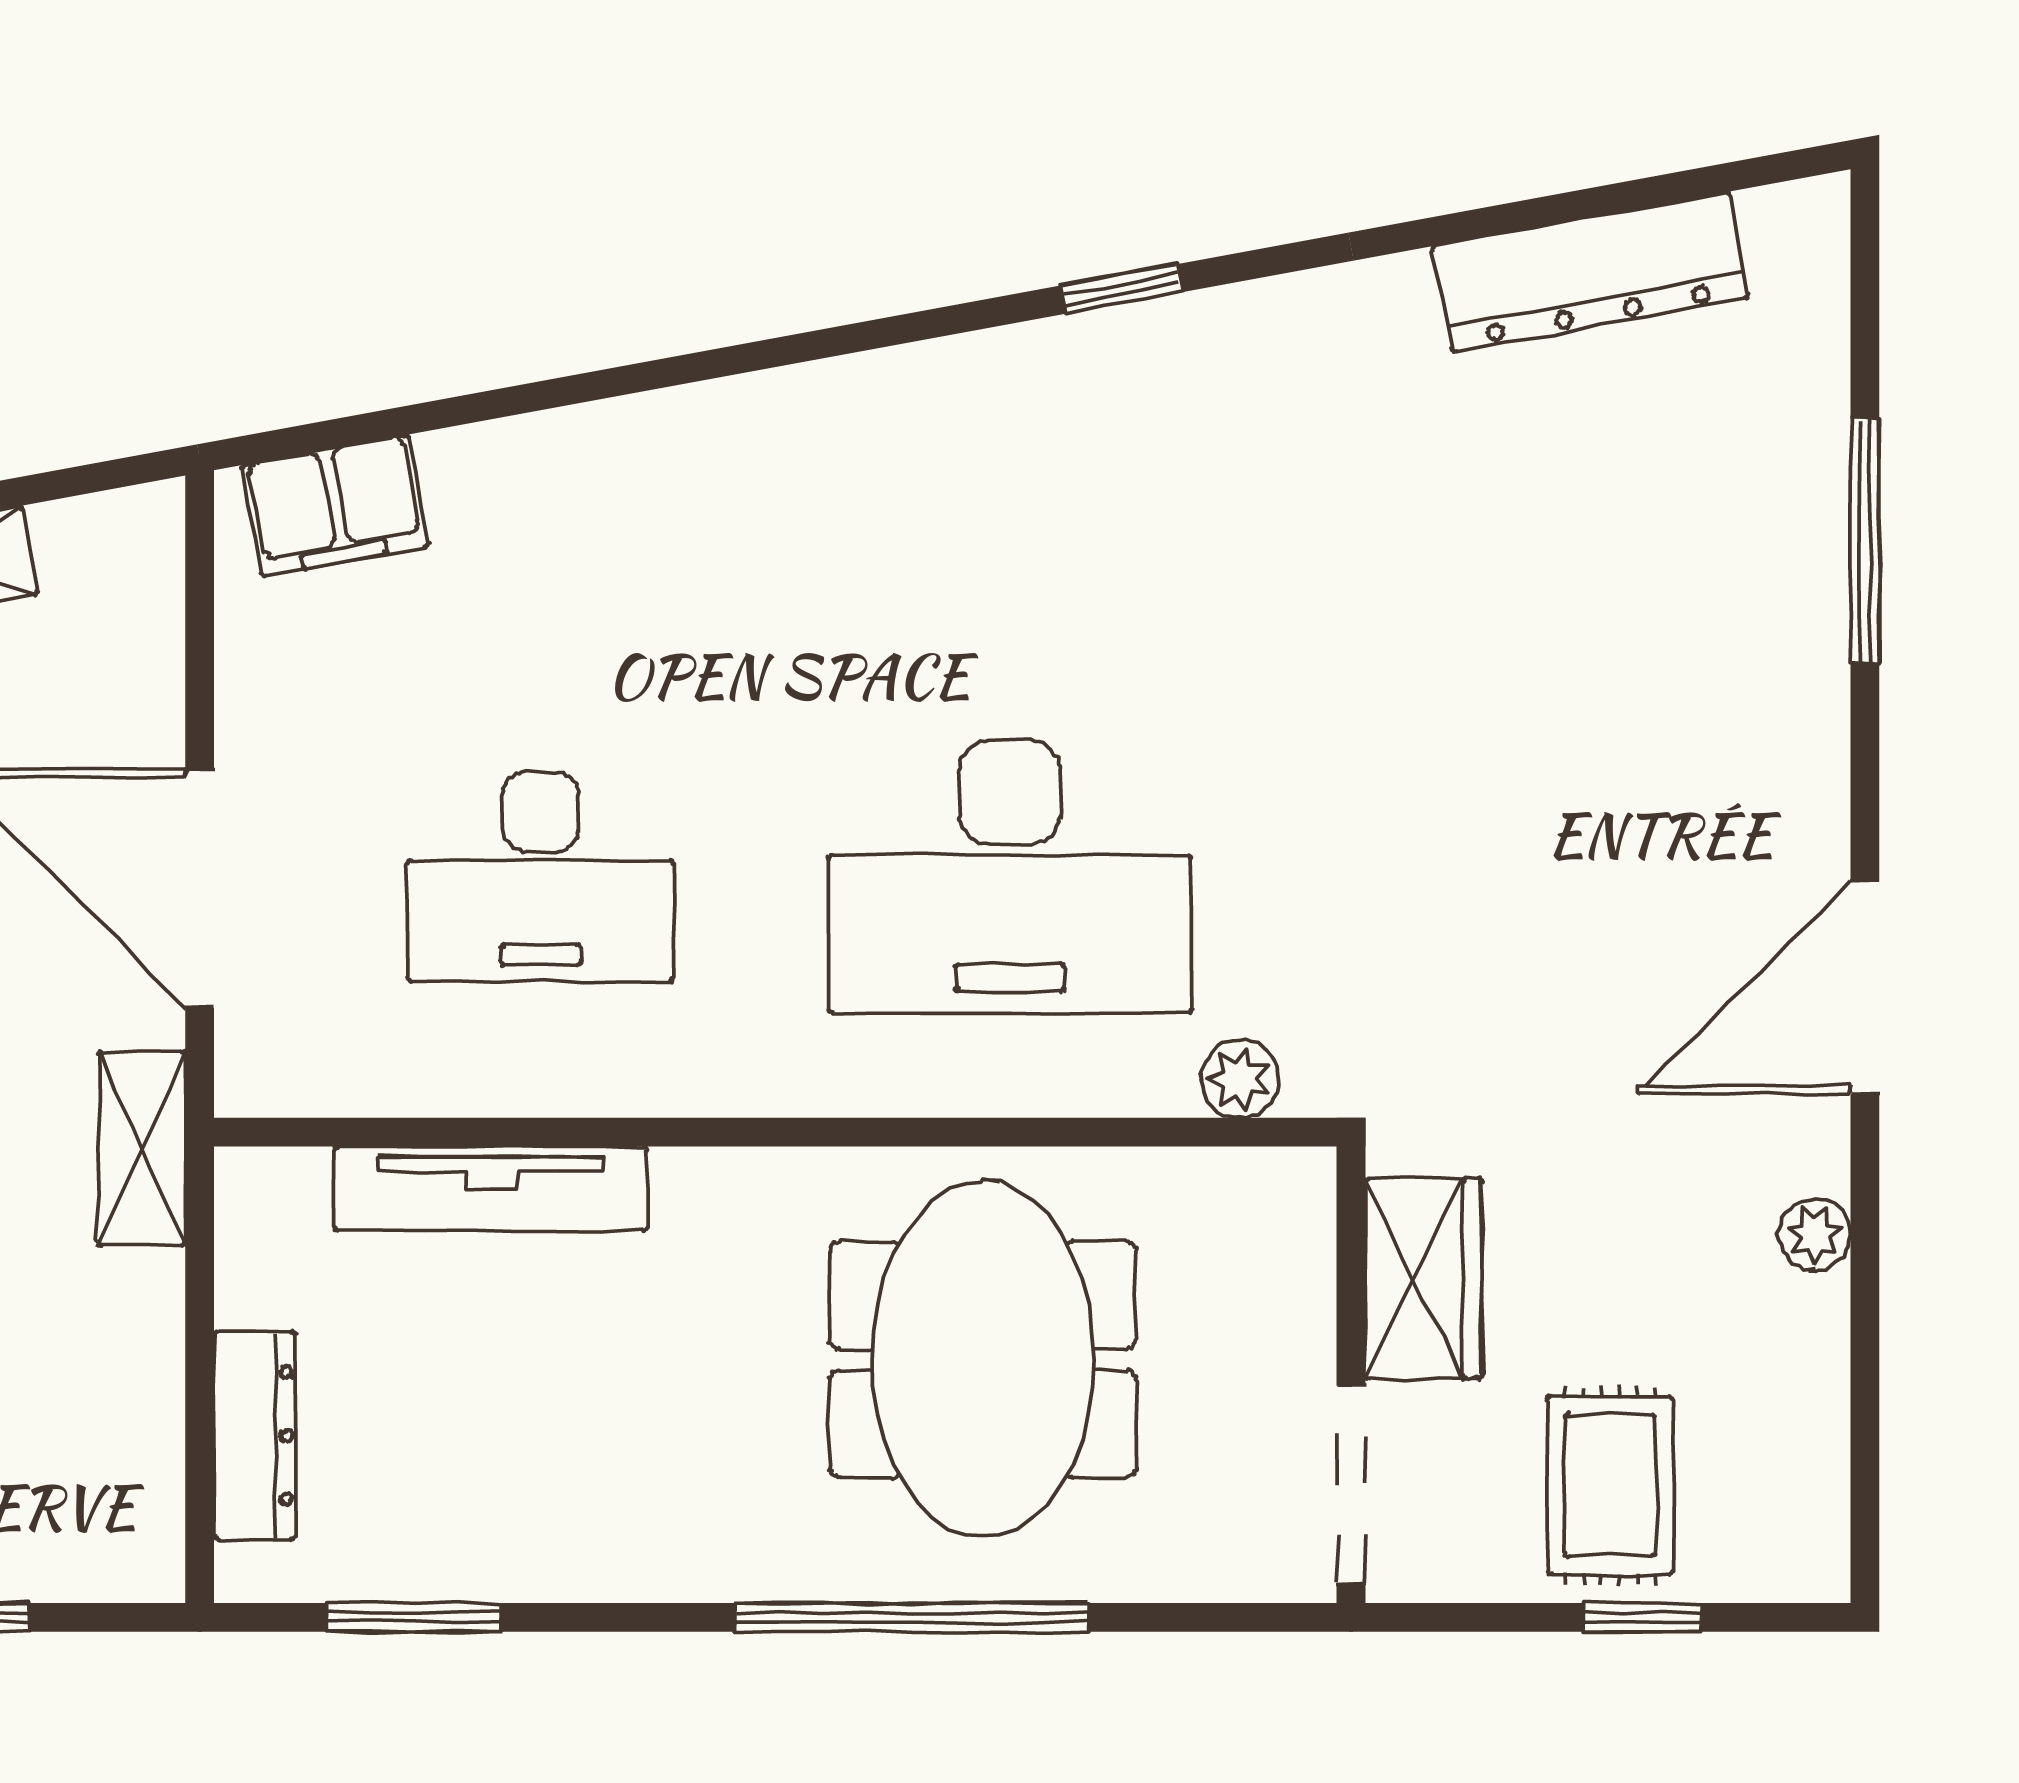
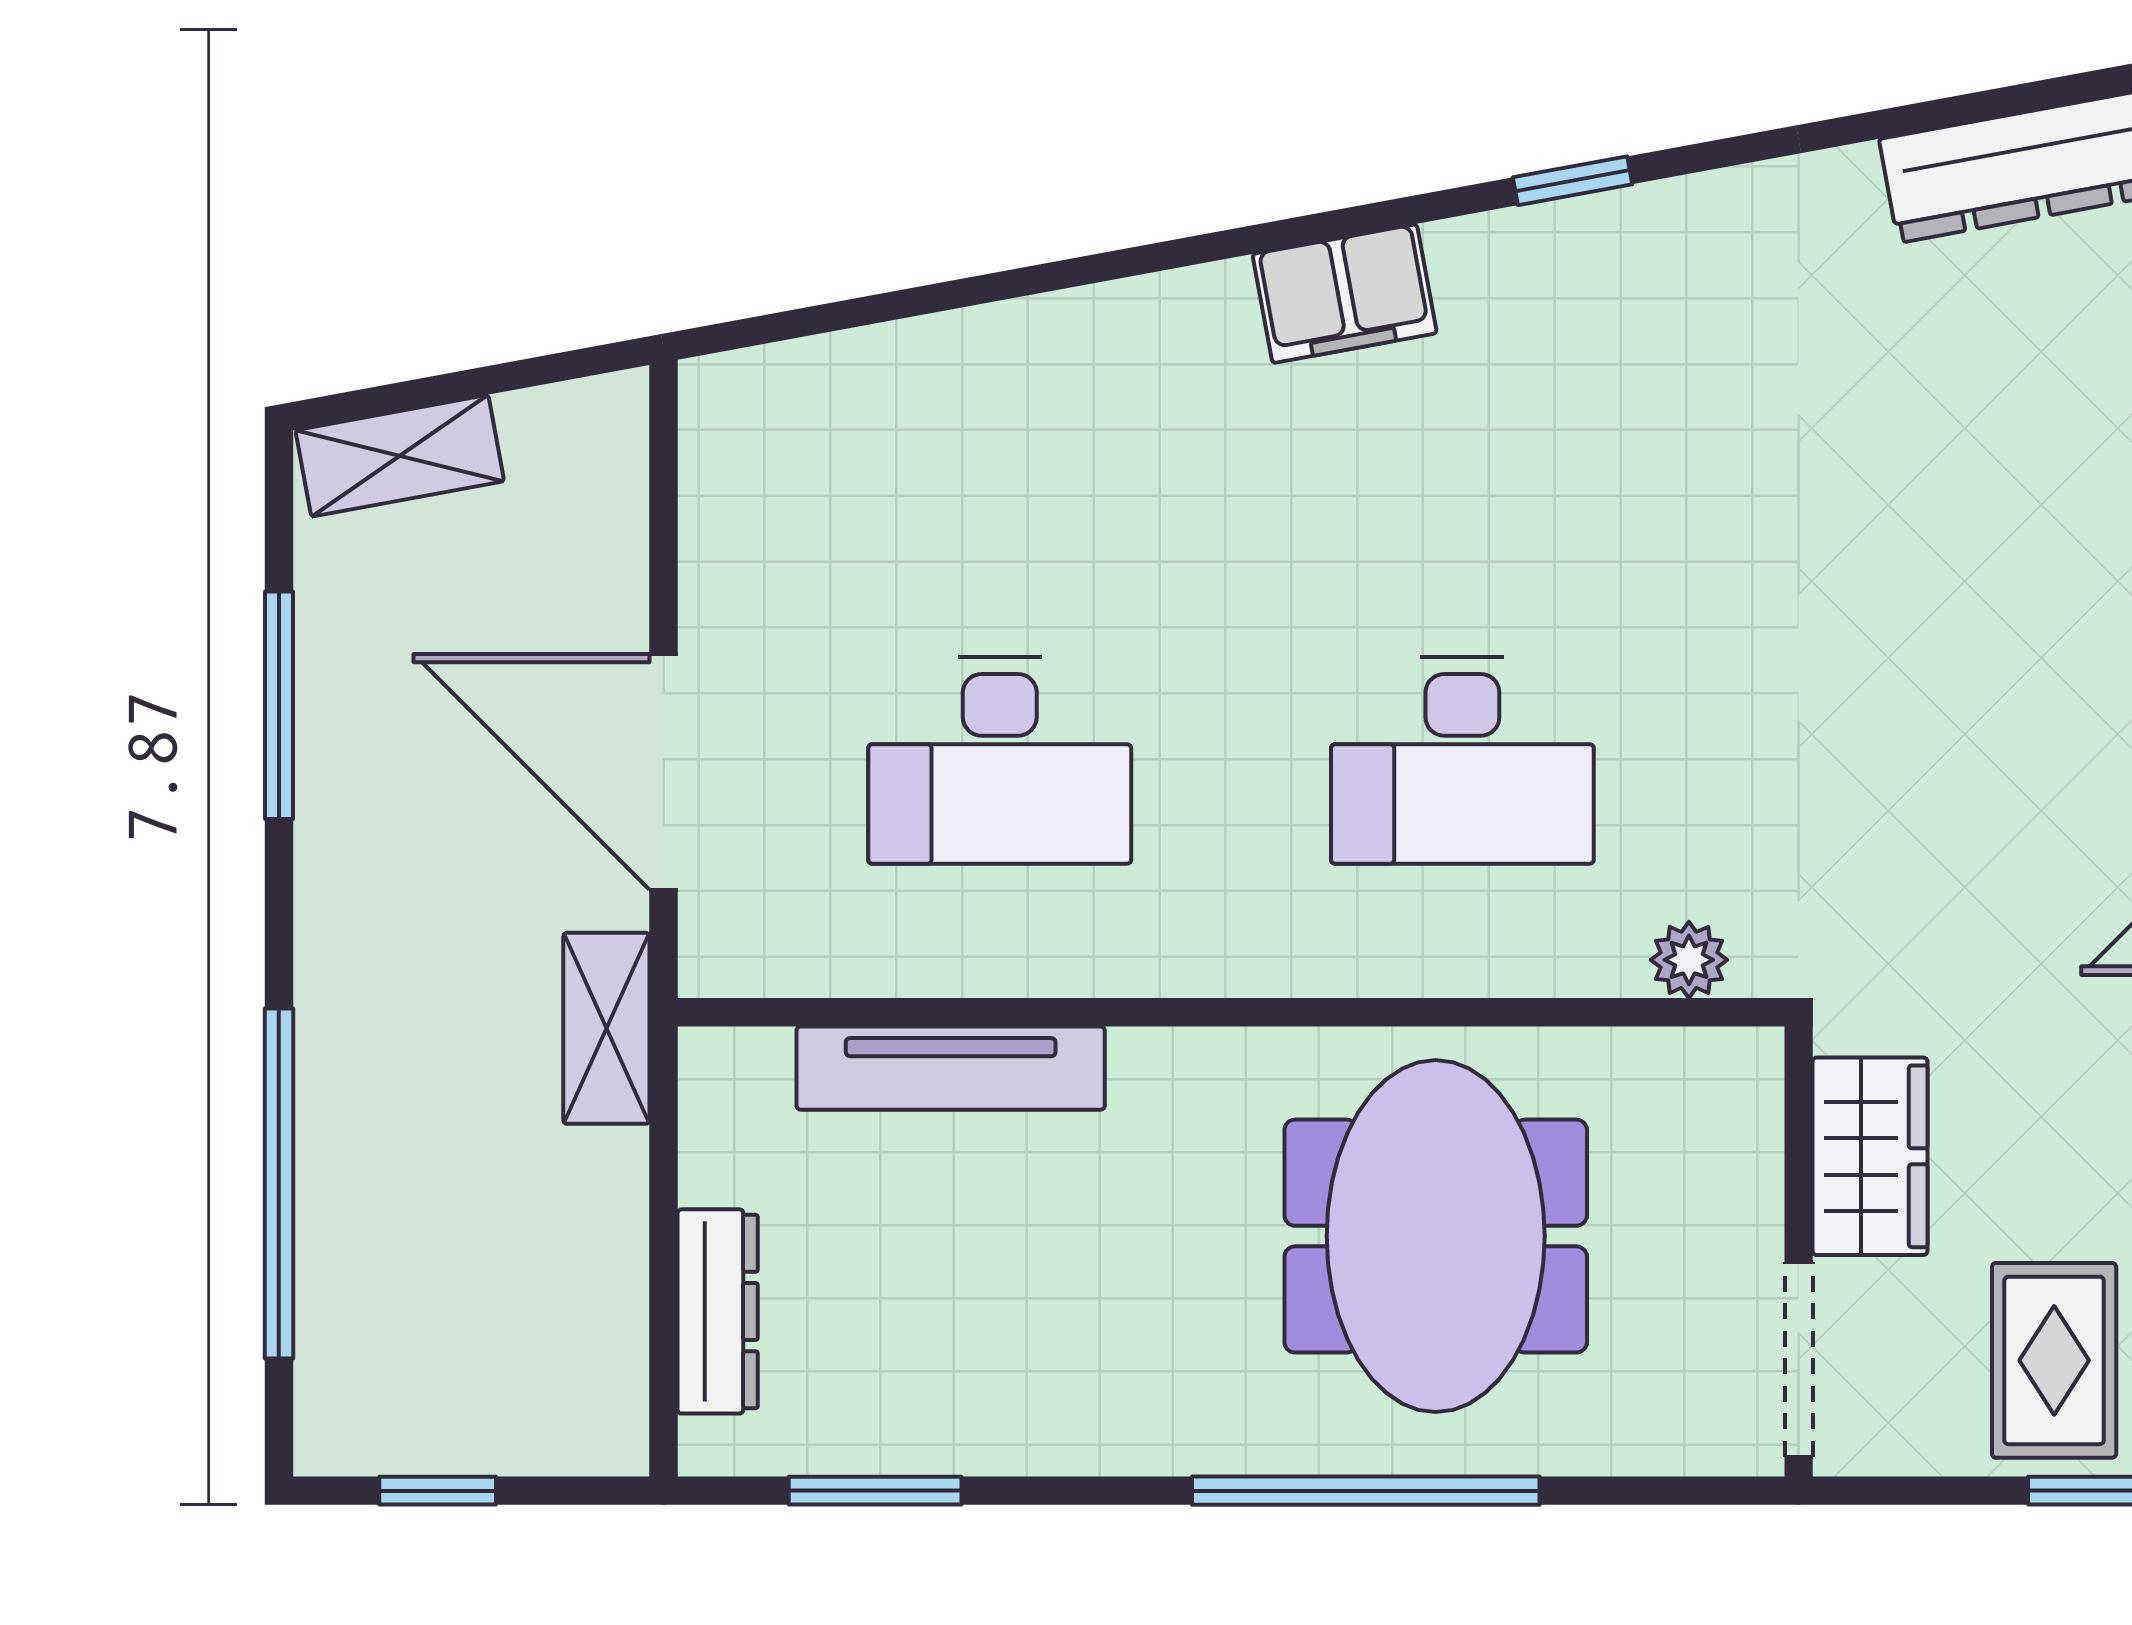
filing cabinet: (335, 505) -> (1345, 294), moved
desk: (1010, 877) -> (1462, 761), width x0.73, depth x0.77

